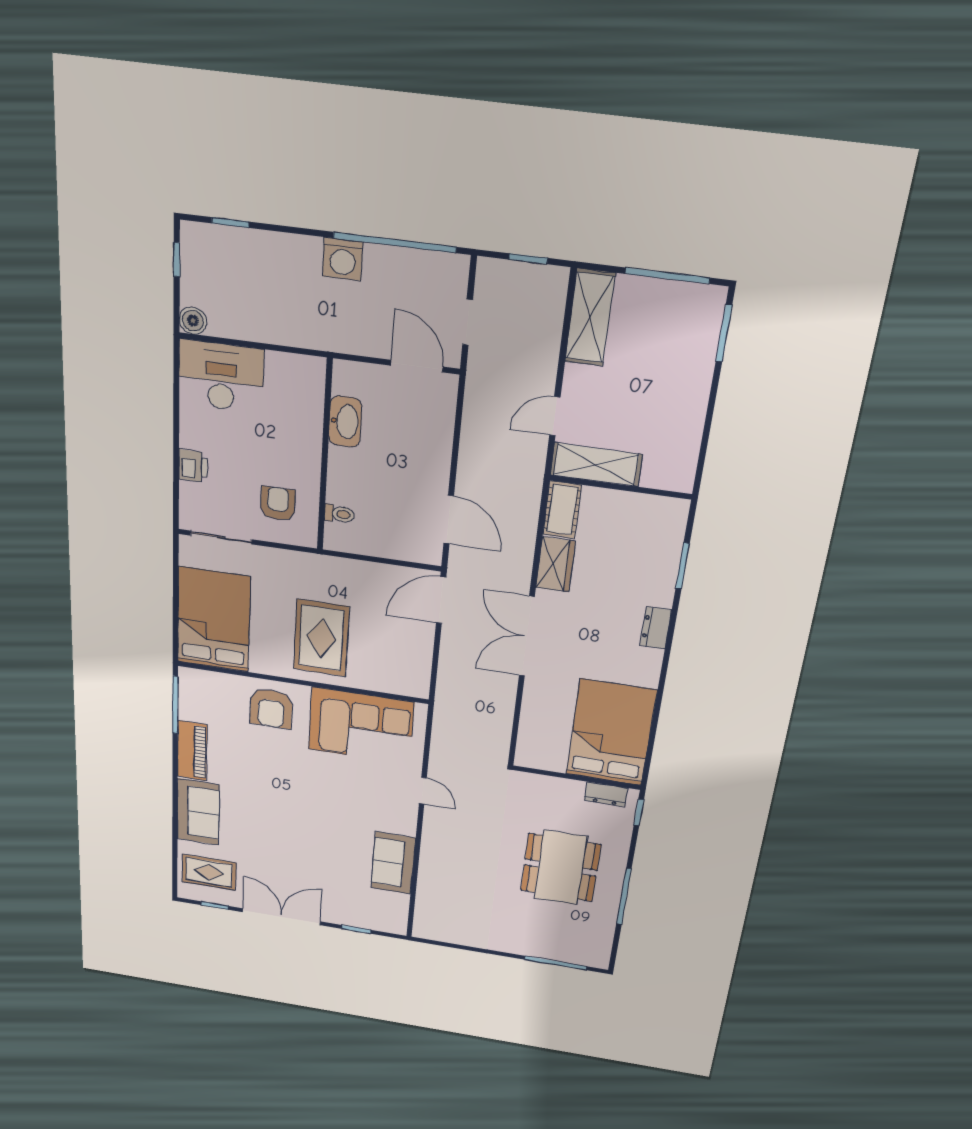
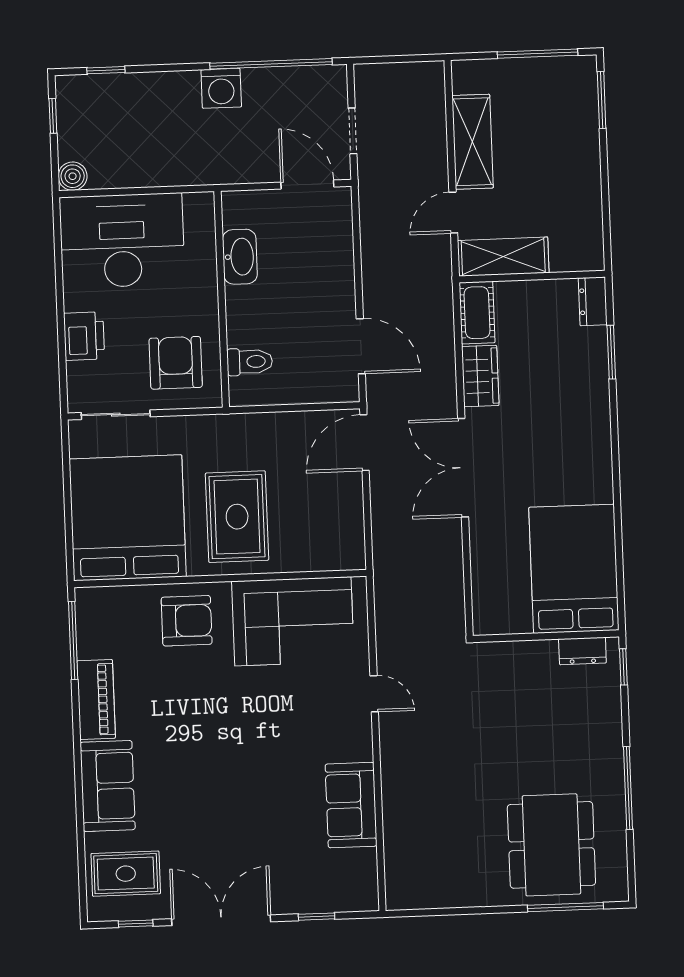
window: (528, 259) -> (403, 59), removed
shelving: (590, 318) -> (472, 142), moved
desk: (221, 376) -> (122, 241), width x1.36, depth x1.30
printer: (193, 466) -> (84, 336), width x1.36, depth x1.24
armchair: (278, 504) -> (176, 363), width x1.38, depth x1.38
toilet: (339, 514) -> (250, 362), width x1.37, depth x1.39
bed: (214, 620) -> (128, 518), width x1.36
dresser: (656, 628) -> (593, 301), moved
armchair: (271, 708) -> (187, 621), turned -90
dining table: (561, 868) -> (551, 845), moved

